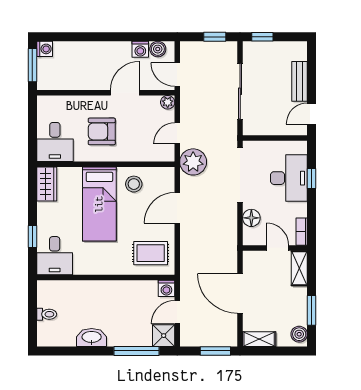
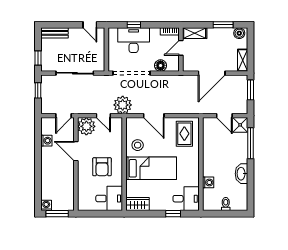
boiler: (158, 49) -> (46, 129), removed
bench: (300, 81) -> (55, 33), moved
plant: (168, 102) -> (86, 126), width x1.87, depth x1.87
washing machine: (166, 288) -> (208, 182), moved

